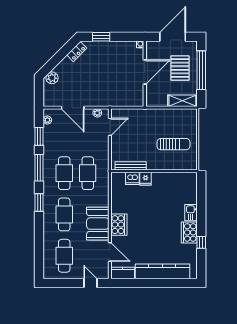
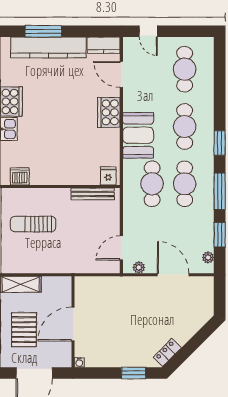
plant: (52, 78) -> (202, 316), removed
dishwasher: (132, 178) -> (20, 176), moved
fridge: (145, 179) -> (108, 176), moved
booth: (98, 224) -> (138, 135), moved
window: (166, 283) -> (43, 31), added

